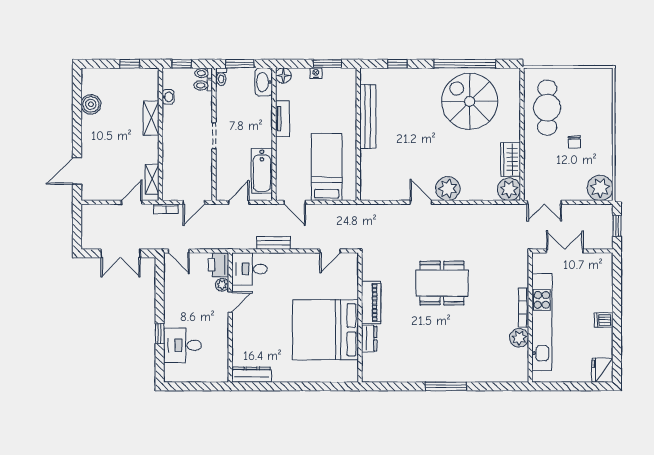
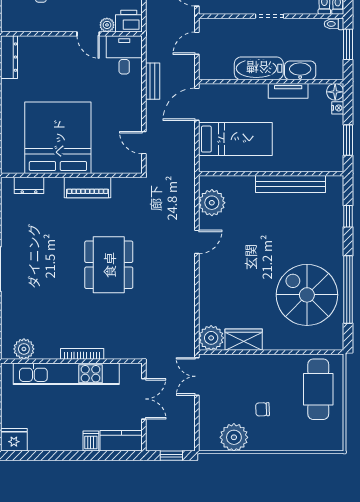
nightstand: (316, 73) -> (338, 108), moved
washbasin: (264, 82) -> (300, 70), moved
spiral stairs: (470, 101) -> (307, 295), turned -90
cafe table: (547, 108) -> (318, 389), moved, turned 90
bathtub: (262, 171) -> (259, 68), moved
plant: (600, 188) -> (234, 437), moved
plant: (448, 189) -> (212, 203), moved
door: (239, 202) -> (197, 43), swing flipped
door: (295, 202) -> (197, 104), width x1.38
kitchen counter: (603, 272) -> (121, 441), added
dishwasher: (604, 320) -> (91, 441), moved
plant: (519, 338) -> (24, 349), moved
dresser: (369, 339) -> (29, 185), moved

